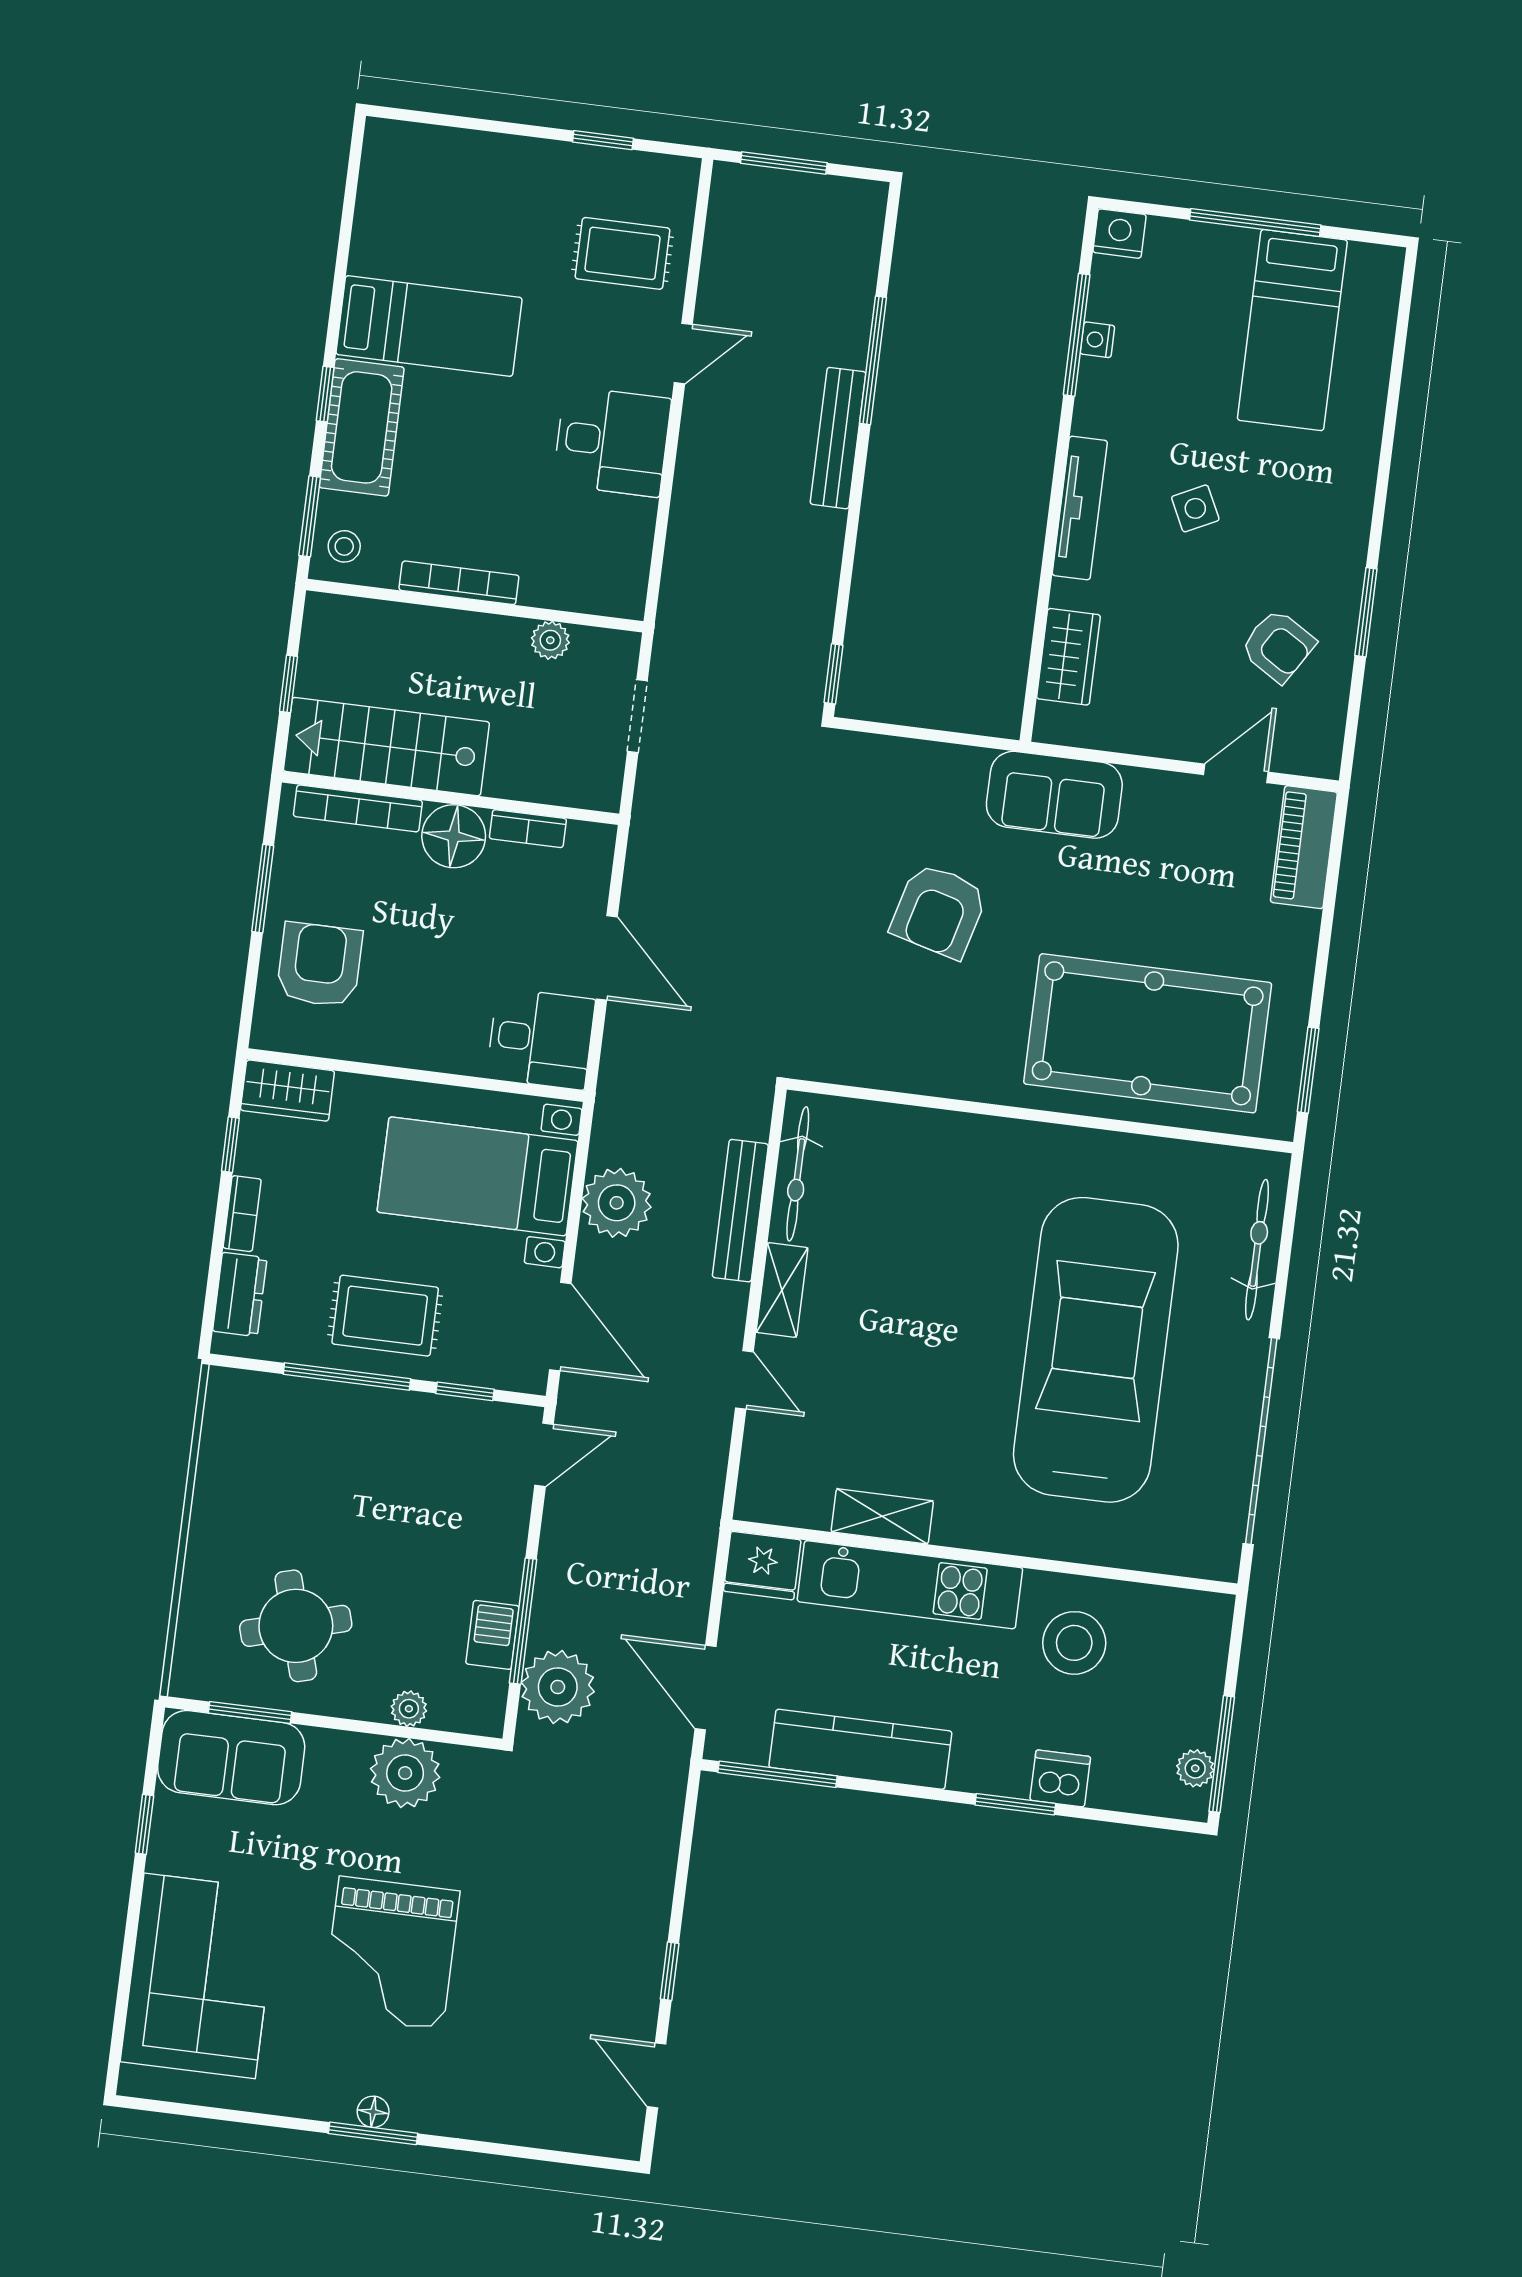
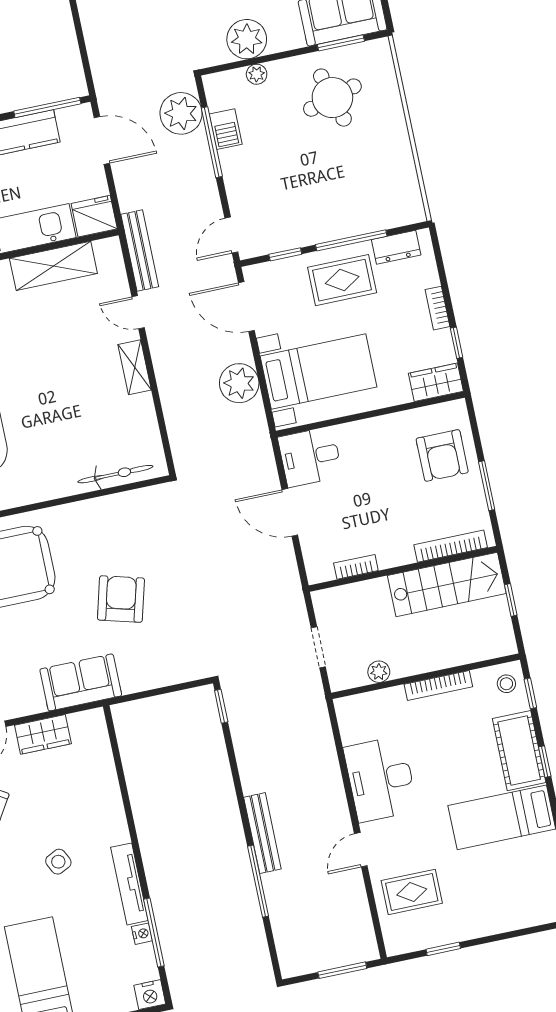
desk: (612, 441) -> (381, 779), width x1.37
tv unit: (1080, 508) -> (129, 884), moved
window: (310, 516) -> (530, 693), width x0.67
wardrobe: (1068, 657) -> (43, 734), moved, turned -90
floor lamp: (454, 836) -> (394, 549), removed
bicycle: (798, 1174) -> (115, 474), moved, turned 90
bench: (740, 1211) -> (140, 251), moved
dresser: (240, 1294) -> (396, 247), moved, turned -90
shelving: (882, 1516) -> (53, 266), width x1.50, depth x1.33

